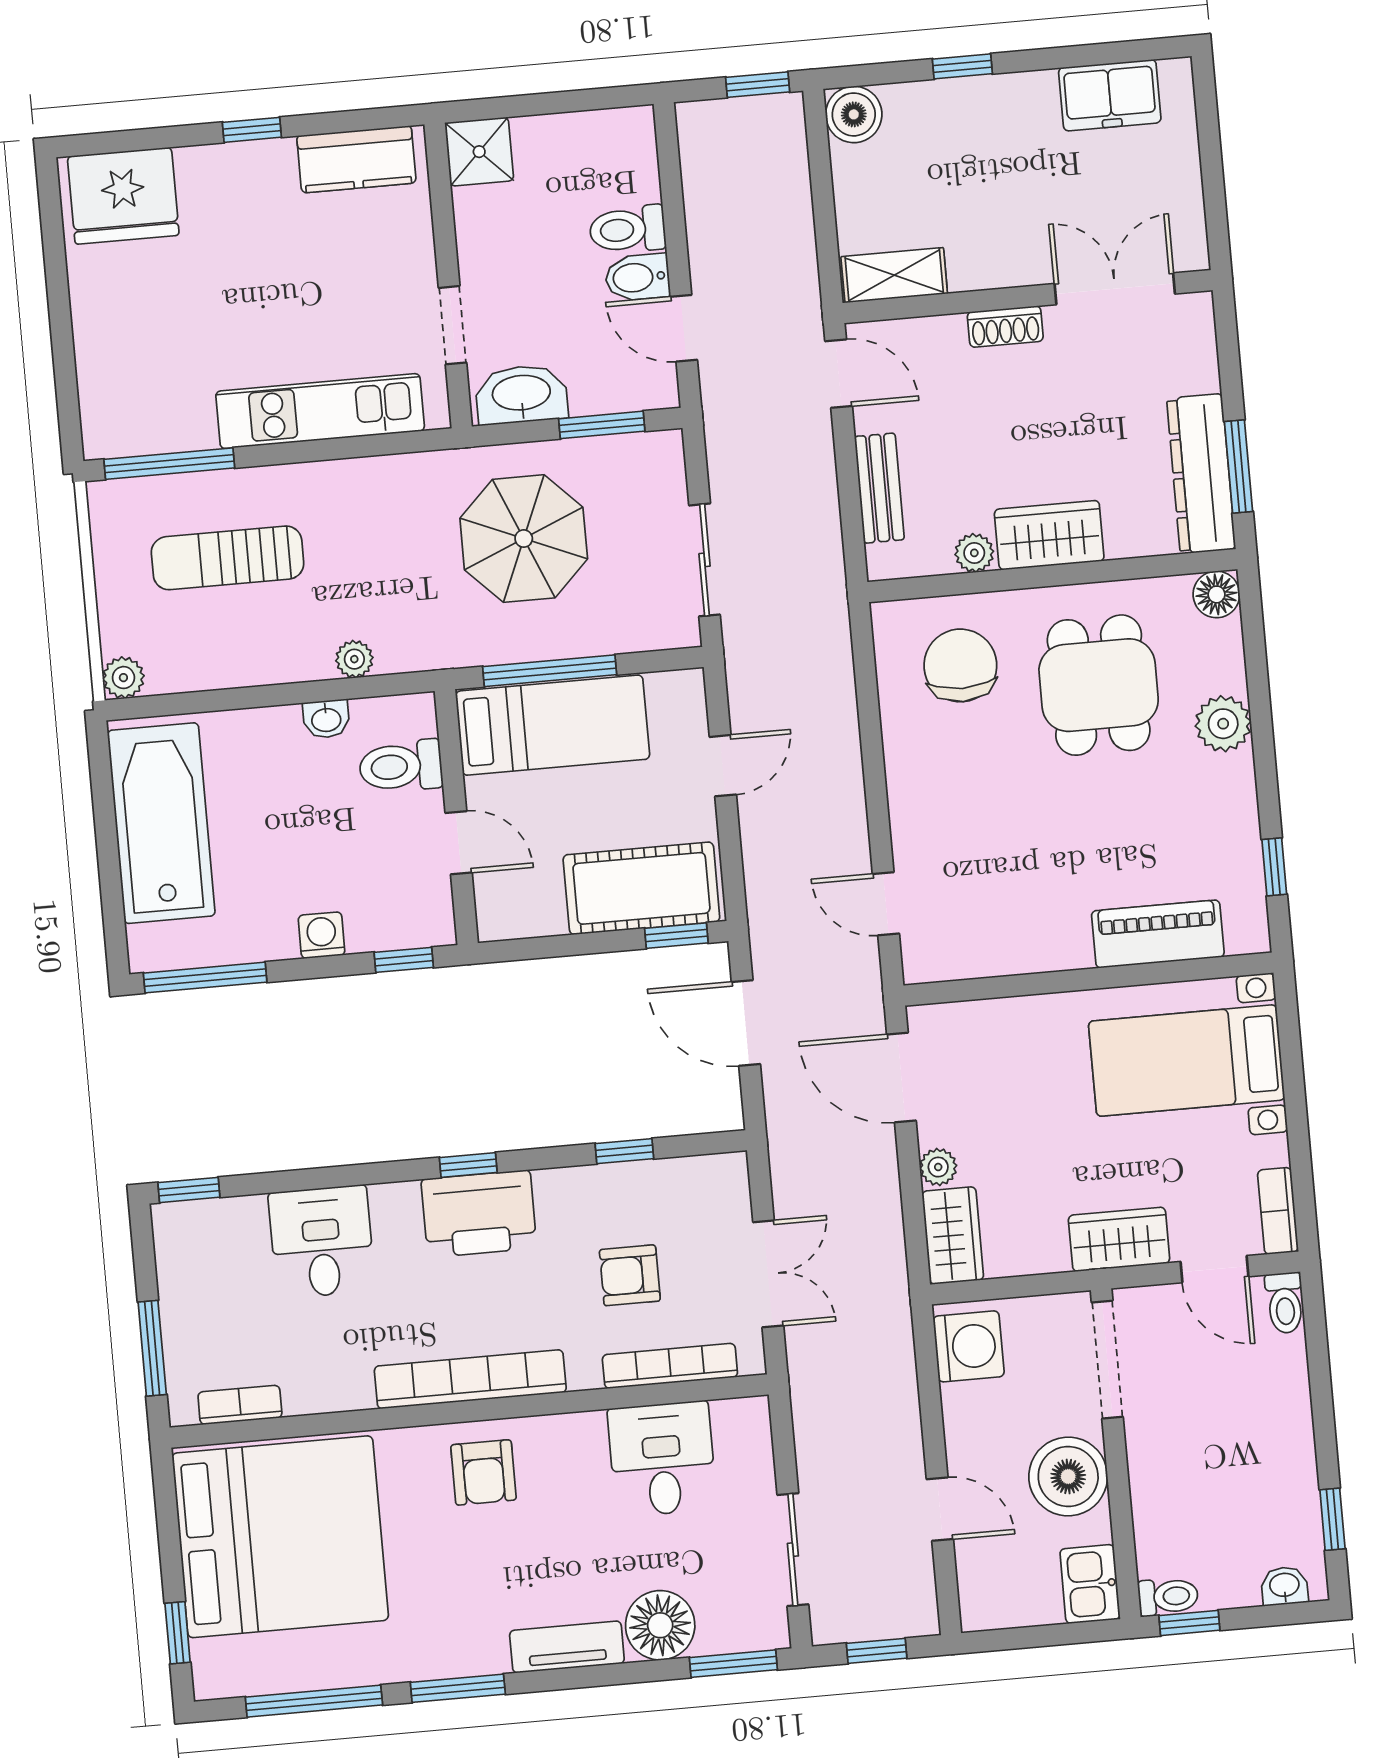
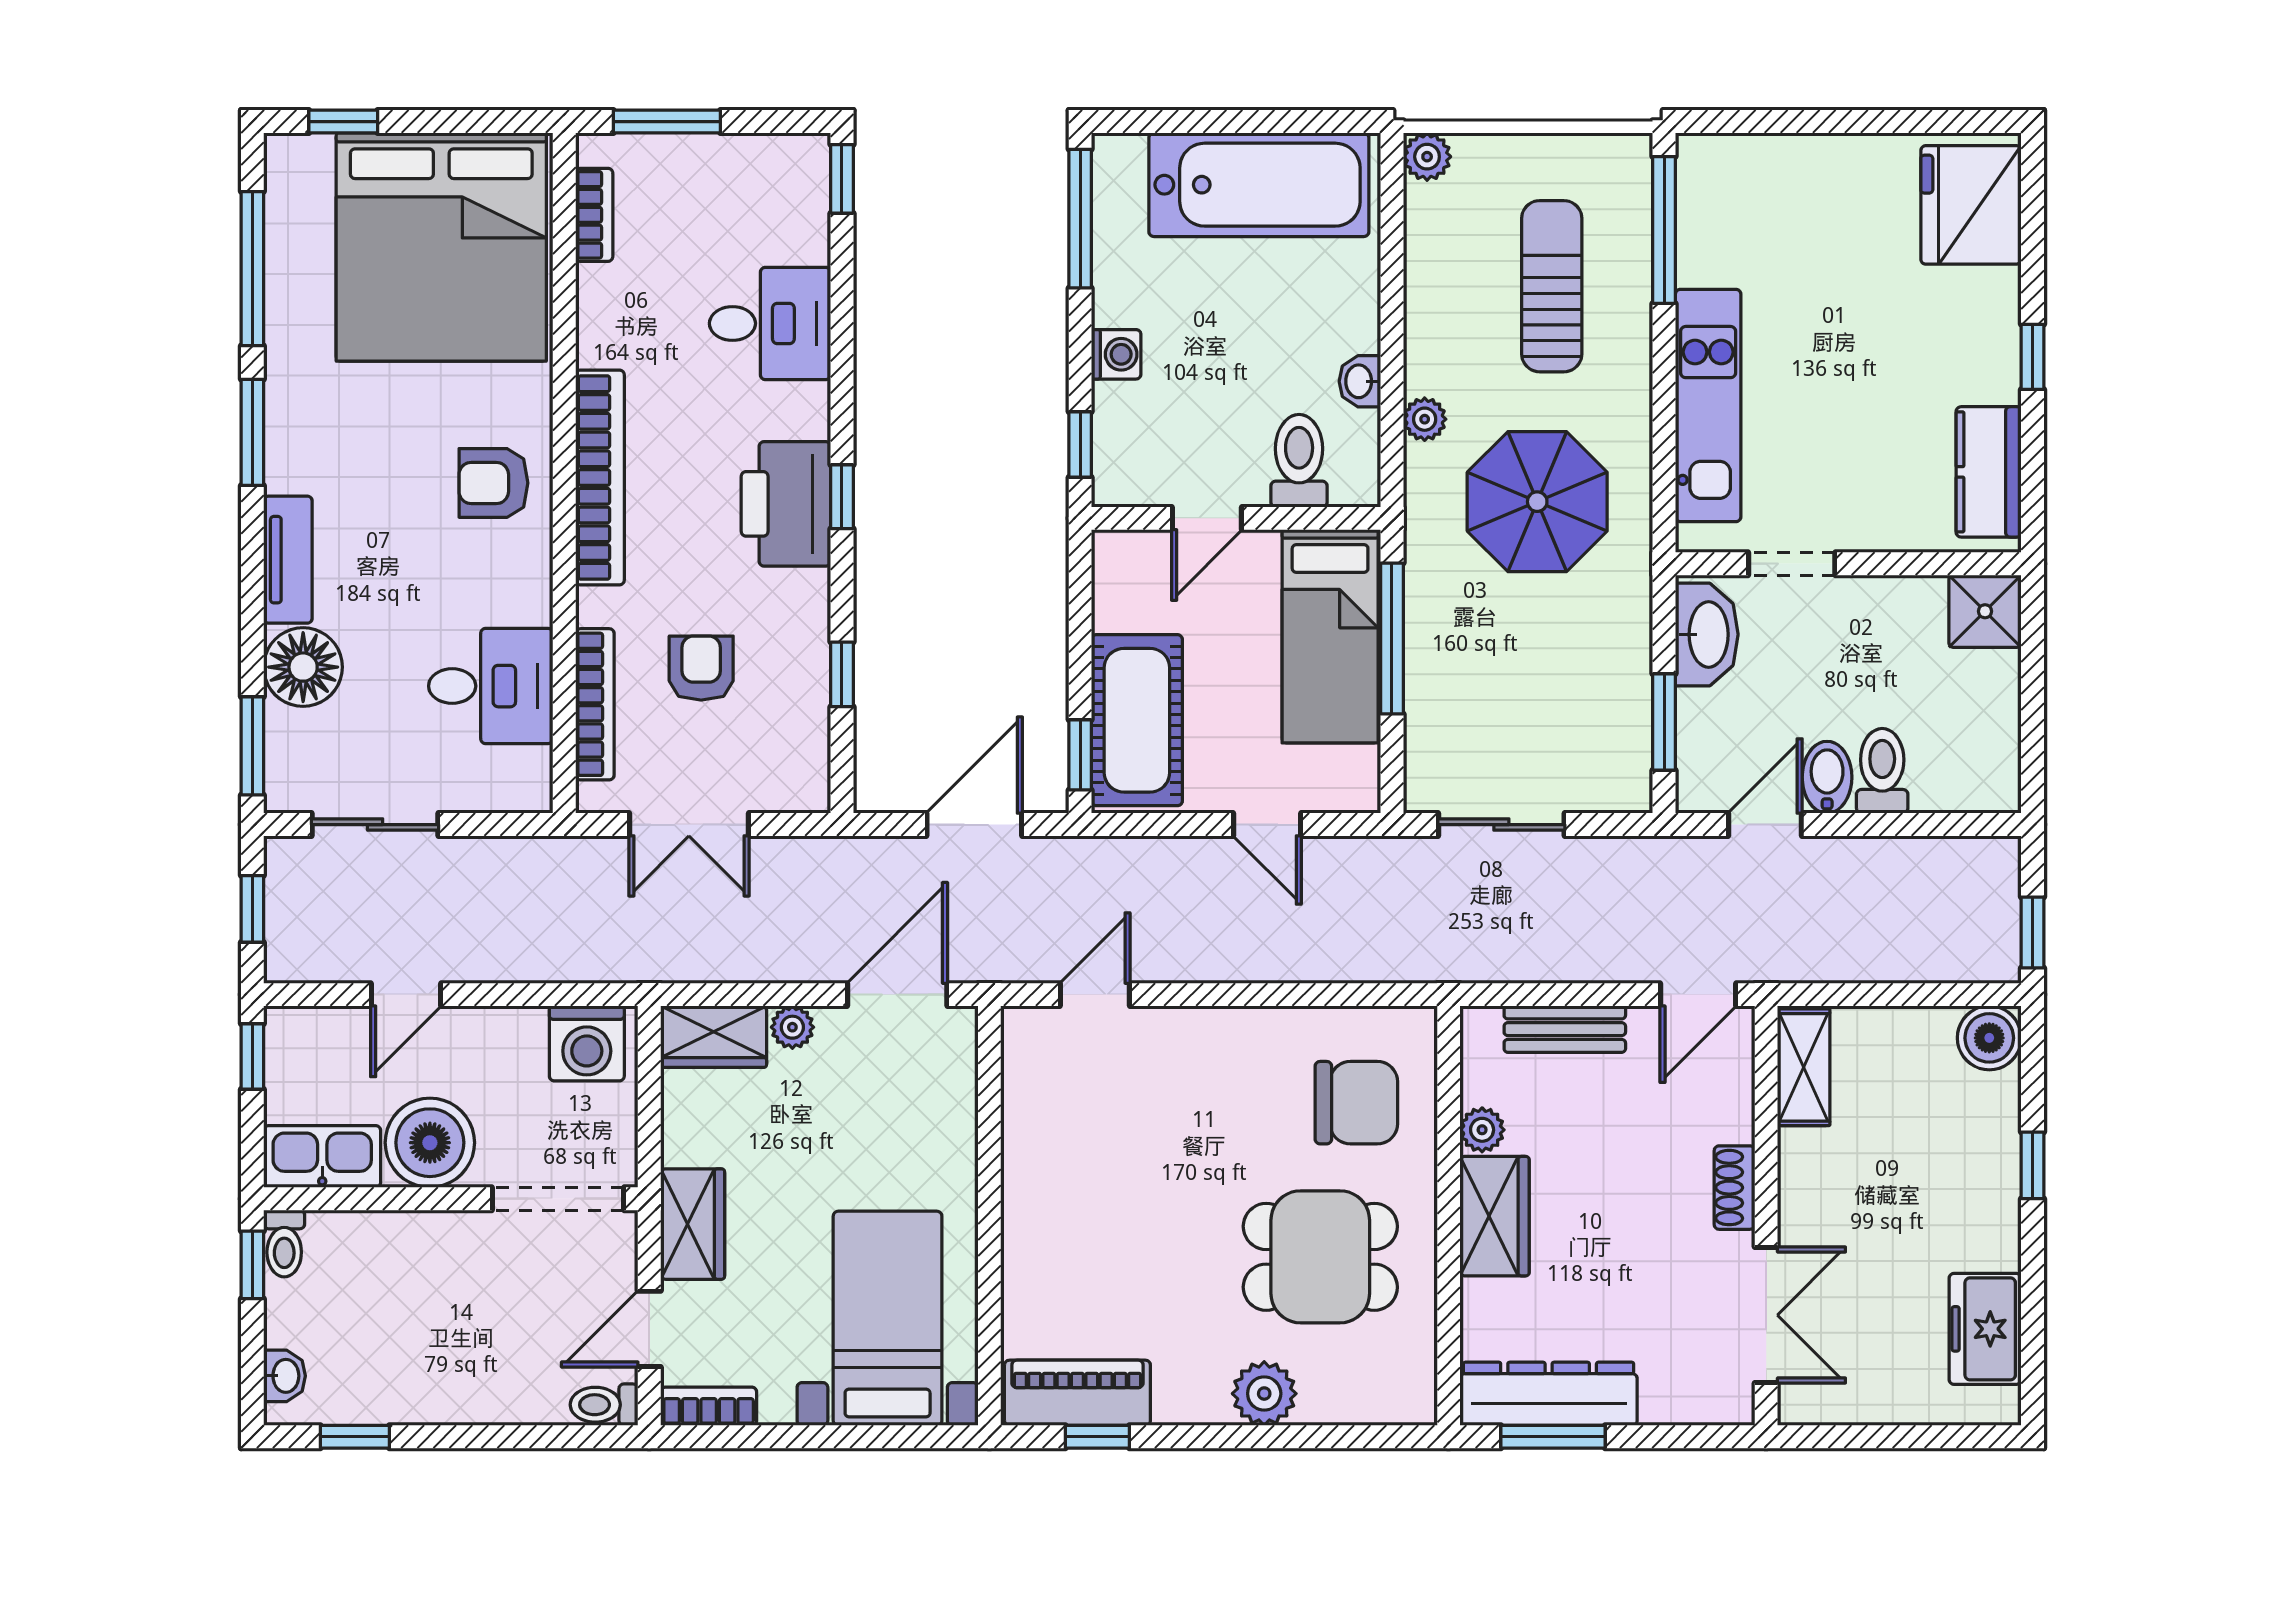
parasol: (524, 539) -> (1537, 502), moved
floor lamp: (1216, 594) -> (1411, 1399), removed
piano: (1158, 934) -> (1077, 1393), moved, turned -90
kitchen sink: (1090, 1584) -> (322, 1157), width x1.38
window: (1006, 1639) -> (252, 1056), added

